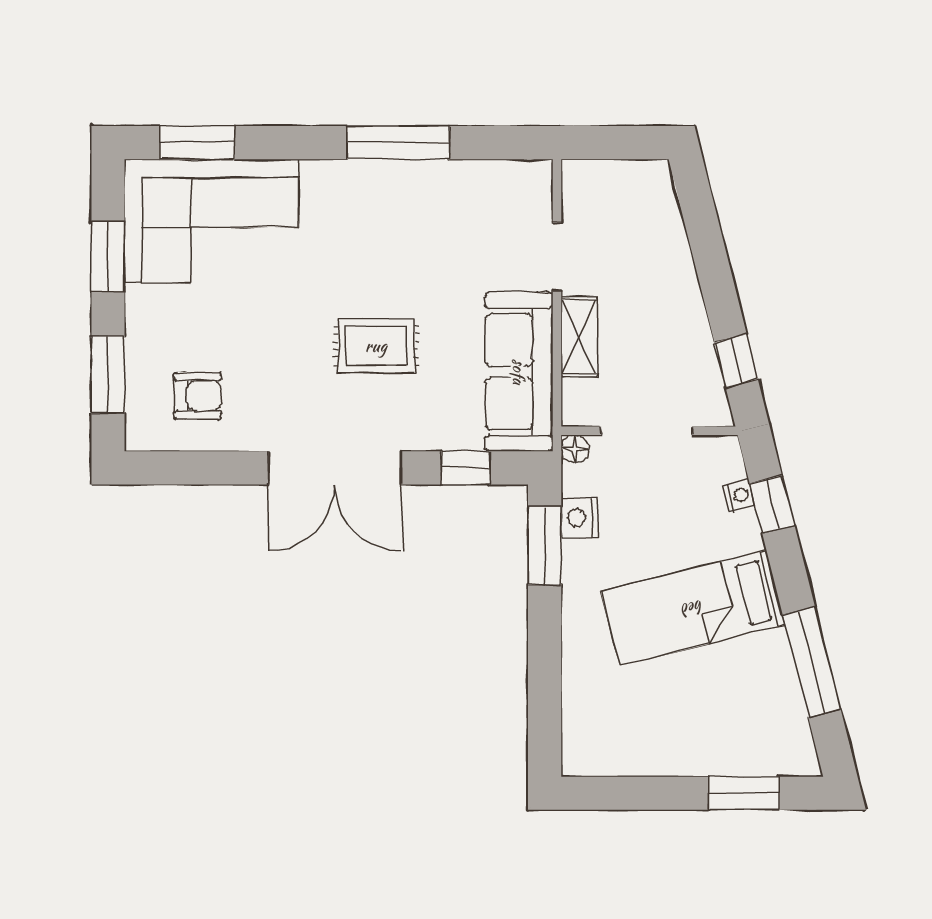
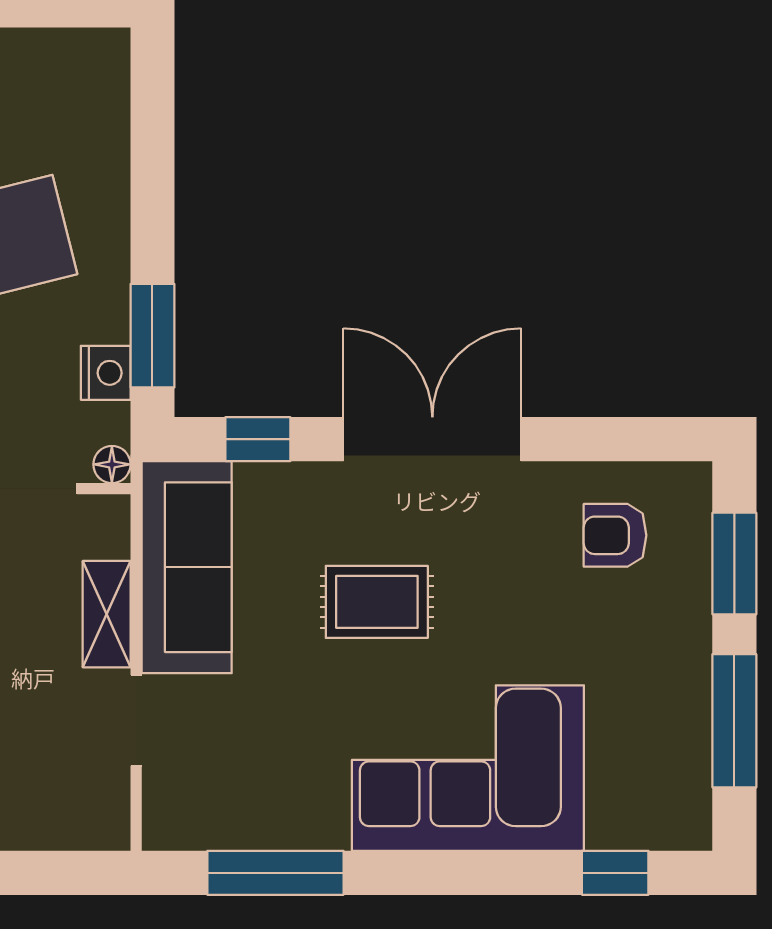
window: (197, 143) -> (615, 873), width x0.67
window: (398, 143) -> (275, 873), moved
corner sofa: (211, 221) -> (468, 768), moved
window: (108, 257) -> (734, 721), width x1.44

